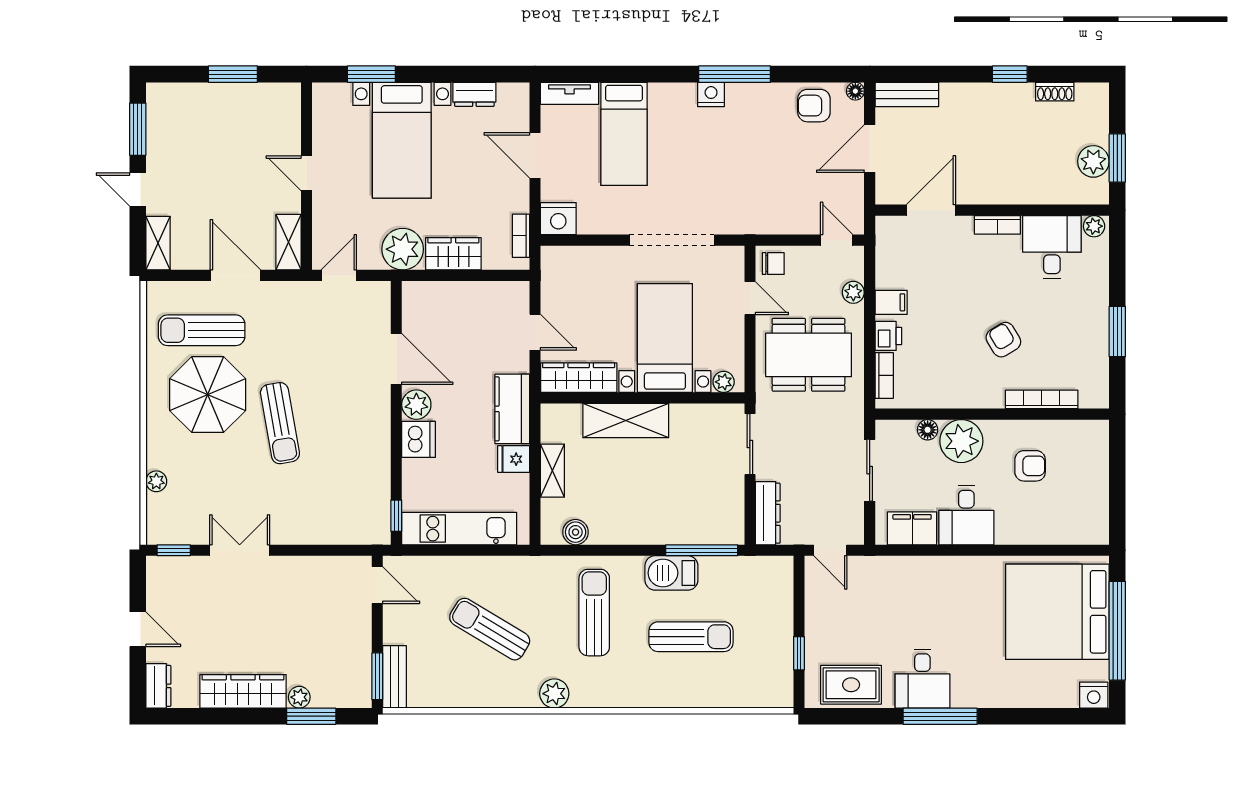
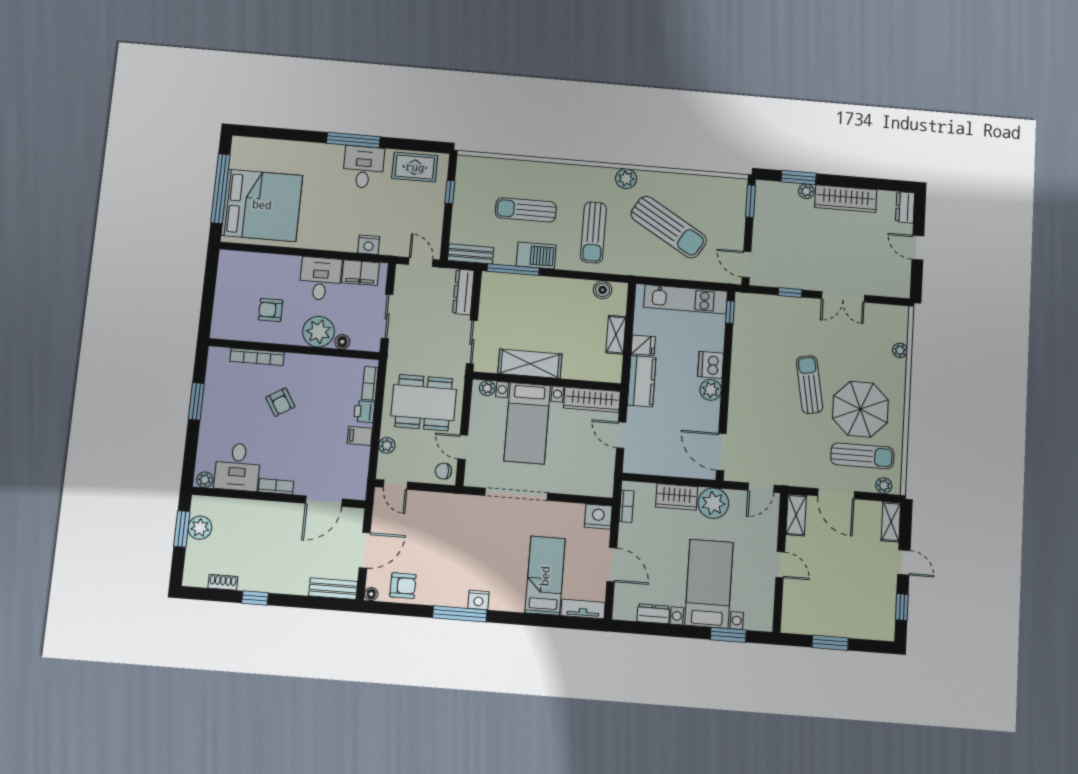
window: (138, 129) -> (902, 607), width x0.67
plant: (170, 292) -> (884, 486), added
door: (396, 359) -> (721, 452), moved
shelving: (626, 420) -> (530, 364), moved
window: (174, 550) -> (790, 293), moved
sun lounger: (490, 629) -> (669, 227), width x1.36, depth x1.34
bench: (395, 677) -> (471, 254), moved, turned 90
nightstand: (1094, 695) -> (369, 245), moved, turned 180

